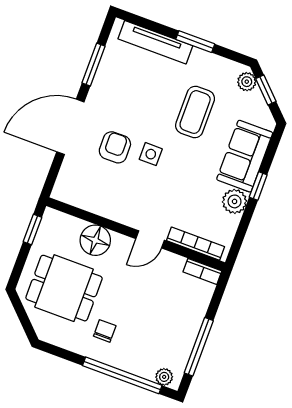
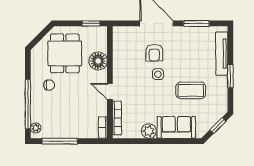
plant: (247, 82) -> (219, 113), removed
armchair: (115, 147) -> (154, 53), turned 90
window: (258, 186) -> (162, 141), removed

